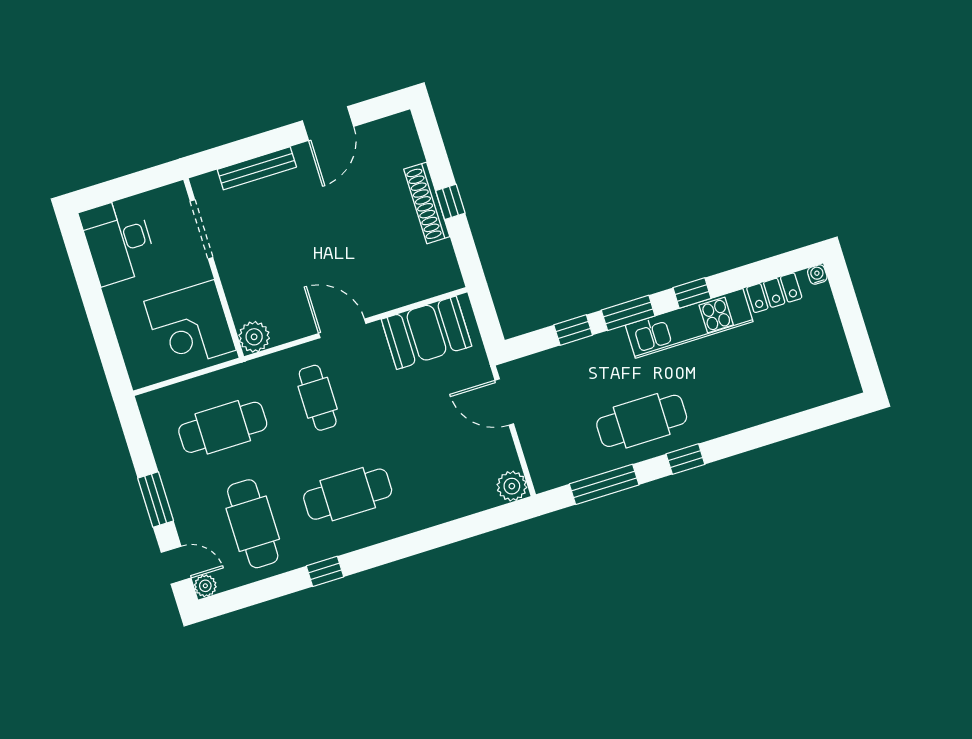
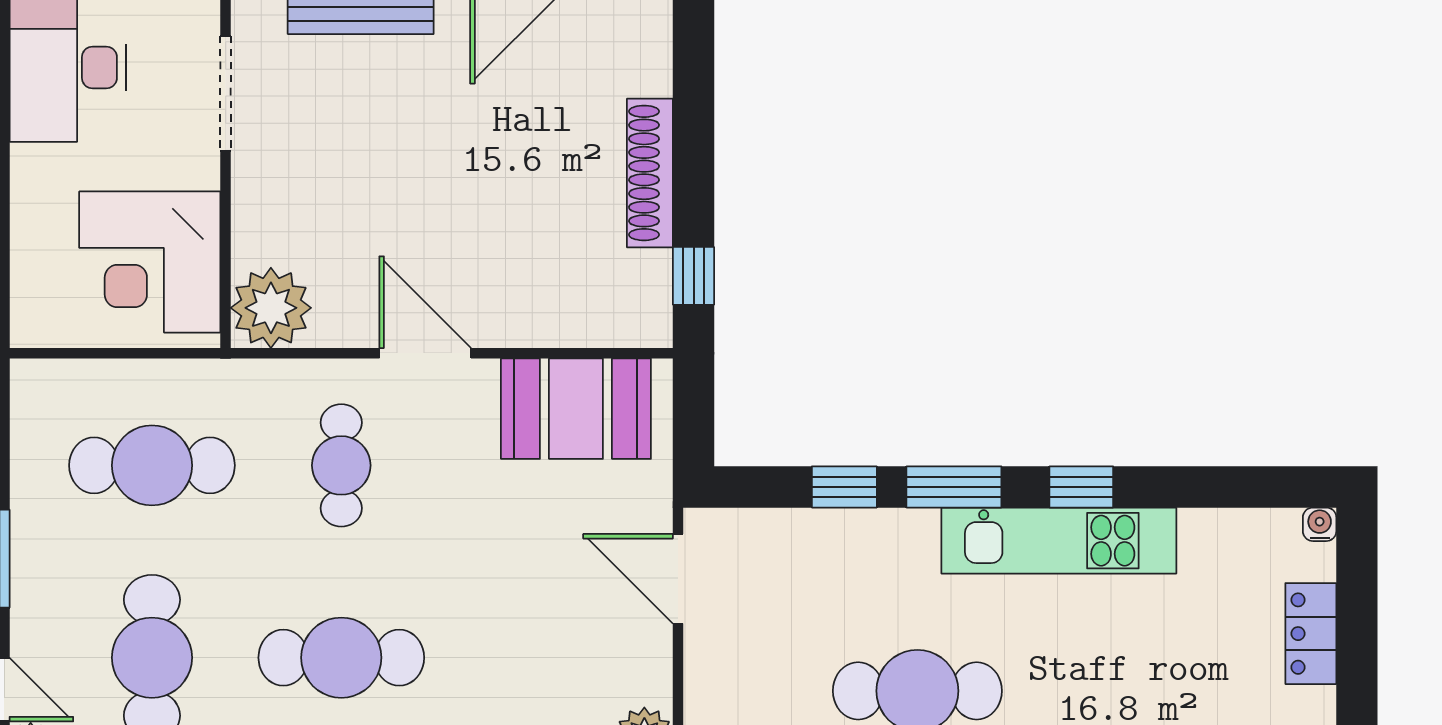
window: (450, 202) -> (694, 276), moved
locker: (774, 293) -> (1311, 634), moved, turned 90
plant: (254, 337) -> (271, 308), width x1.36, depth x1.36

